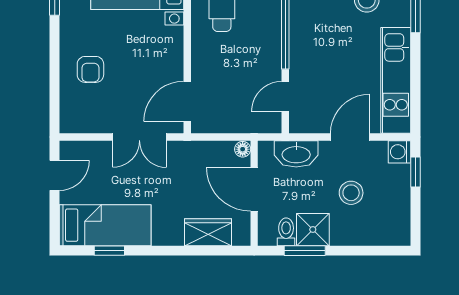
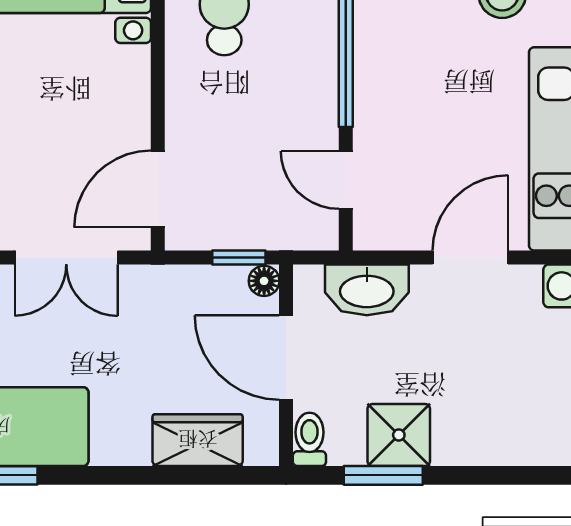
door: (285, 97) -> (346, 180), hinge flipped
window: (230, 137) -> (239, 258), added
stool: (351, 193) -> (472, 364), removed
toilet: (286, 232) -> (309, 439), moved

